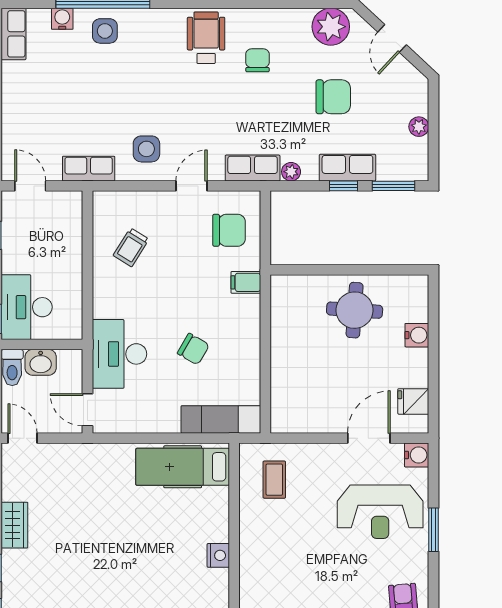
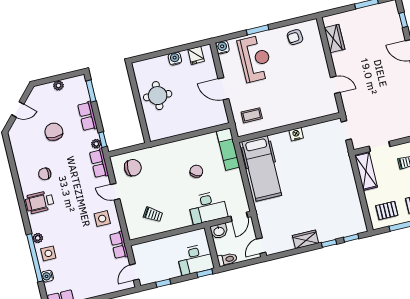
plant: (331, 27) -> (38, 238), moved, width x0.53, depth x0.53
window: (343, 186) -> (103, 140), moved
chair: (229, 230) -> (133, 168), turned 90
filing cabinet: (246, 282) -> (157, 153), removed
water cooler: (417, 335) -> (175, 59), moved
washbasin: (41, 362) -> (219, 231), moved, turned 90
door: (369, 438) -> (223, 89), moved
hospital bed: (183, 467) -> (262, 168), width x1.37, depth x1.29

